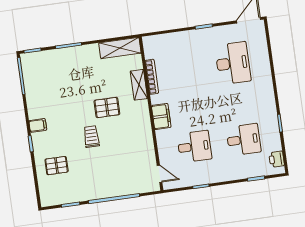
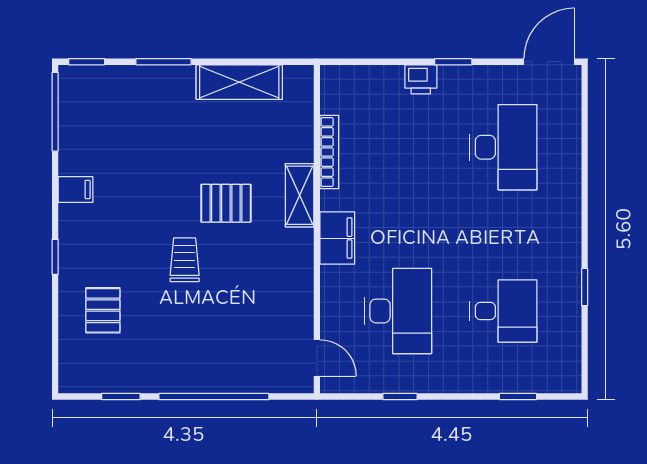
shelving: (120, 48) -> (239, 82), moved
shelving: (139, 85) -> (300, 195), moved
filing cabinet: (38, 125) -> (76, 189), moved
desk: (194, 147) -> (398, 311), width x1.37
printer: (277, 159) -> (421, 79), moved, turned -90
pallet: (57, 166) -> (103, 310), turned 90

